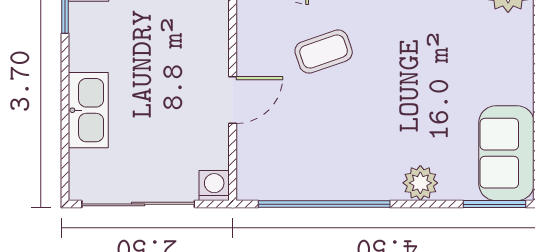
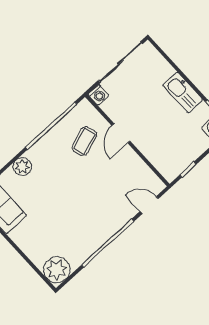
coffee table: (324, 52) -> (84, 141), moved
kitchen sink: (88, 110) -> (183, 92), moved

